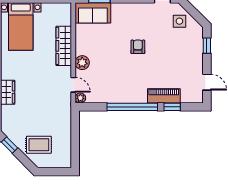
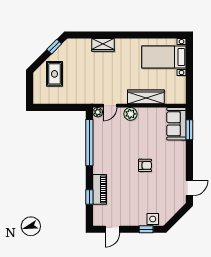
side table: (179, 21) -> (153, 219), moved
window: (132, 107) -> (89, 143), moved

